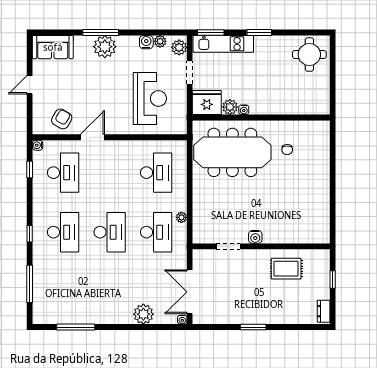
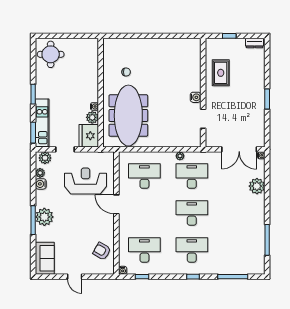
door: (92, 137) -> (116, 204), moved

